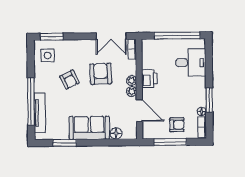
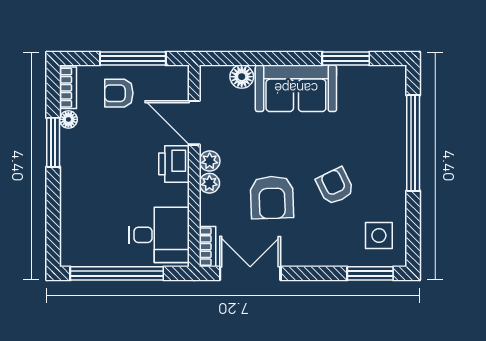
desk: (191, 63) -> (159, 235), moved, turned 180
printer: (149, 79) -> (174, 164), moved
tv unit: (40, 113) -> (396, 120), removed

